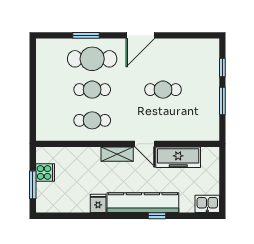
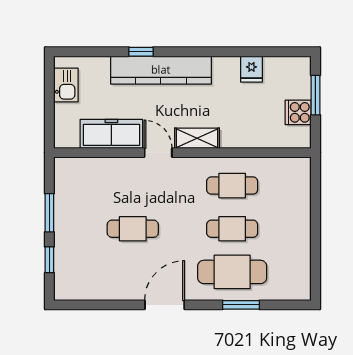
fridge: (98, 203) -> (251, 69), moved
kitchen sink: (207, 204) -> (66, 85), moved, turned -90

